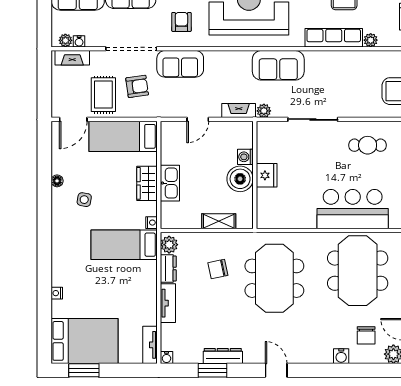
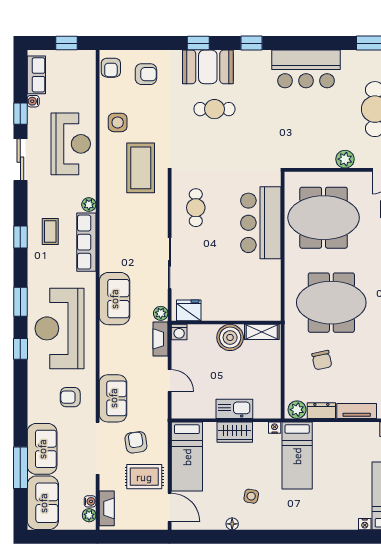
washing machine: (245, 157) -> (179, 332), moved
fridge: (267, 175) -> (189, 310), moved
shelving: (219, 221) -> (262, 332), moved, turned 90
nightstand: (57, 293) -> (365, 524), moved

